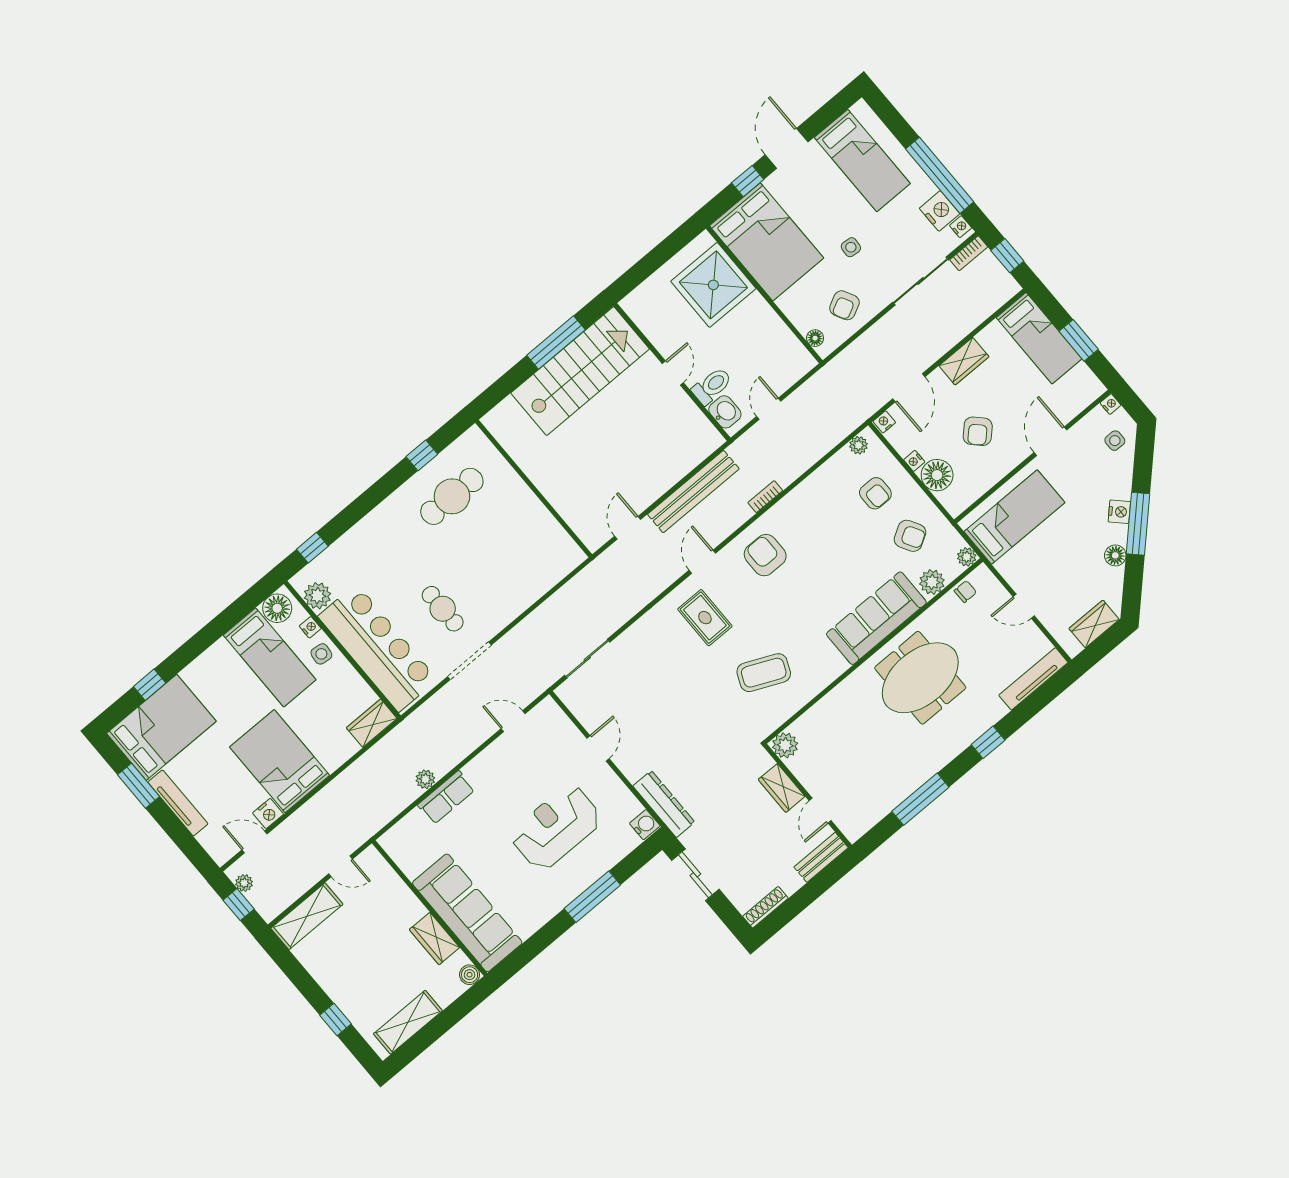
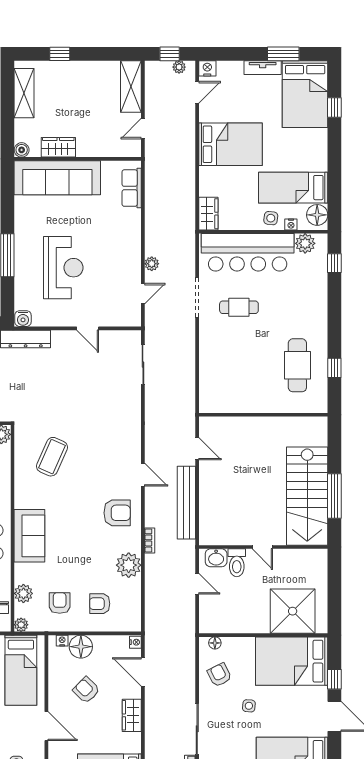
plant: (859, 445) -> (129, 565), moved, width x1.88, depth x1.88
nightstand: (914, 461) -> (62, 641), moved
armchair: (910, 536) -> (60, 603), turned 120
rug: (705, 618) -> (110, 450), removed
sofa: (876, 618) -> (29, 536), width x0.73
plant: (425, 779) -> (152, 264), moved
row of seats: (446, 797) -> (132, 188), moved
tv unit: (178, 803) -> (263, 68), width x0.71
nightstand: (268, 813) -> (207, 68), moved, turned 90

